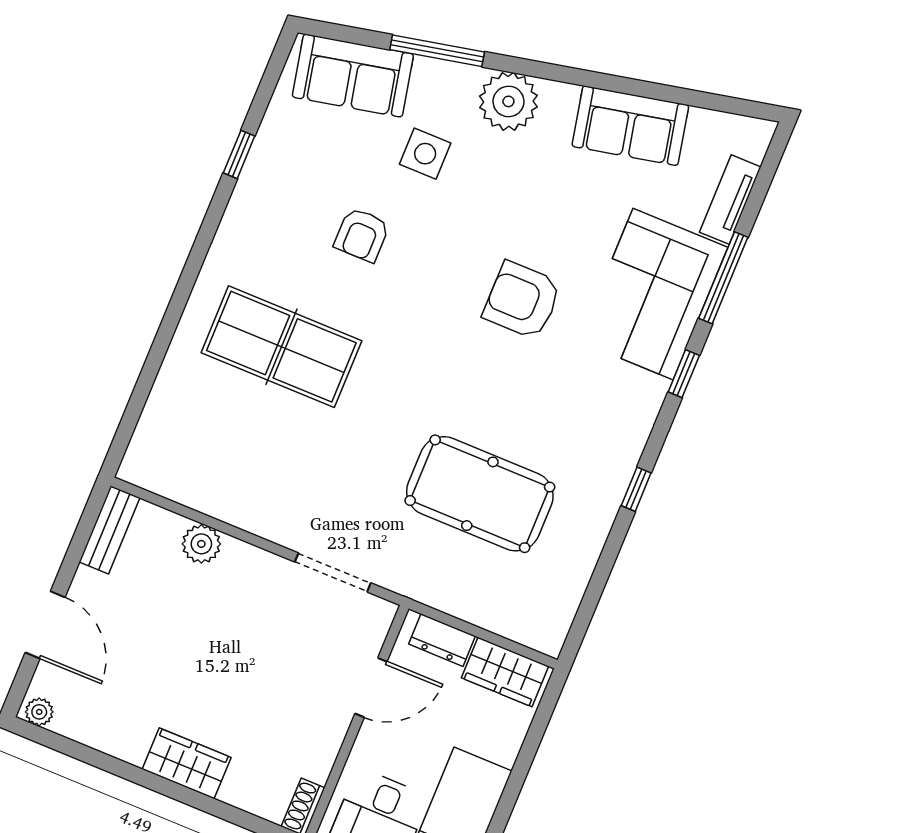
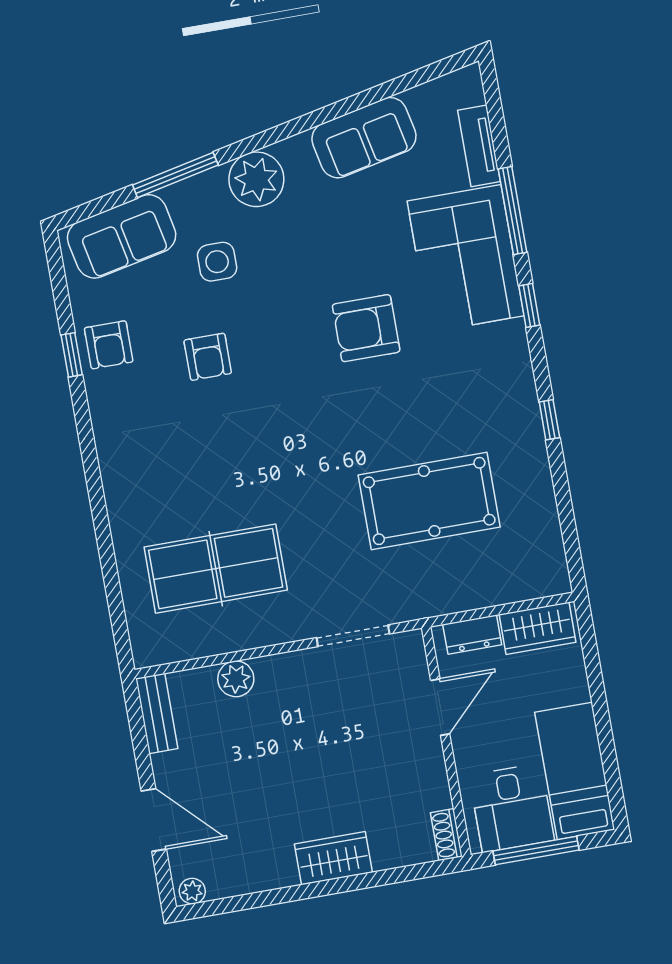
armchair: (278, 167) -> (109, 345), added
table tennis table: (281, 347) -> (216, 569), moved

